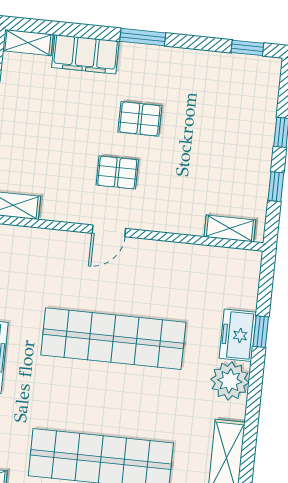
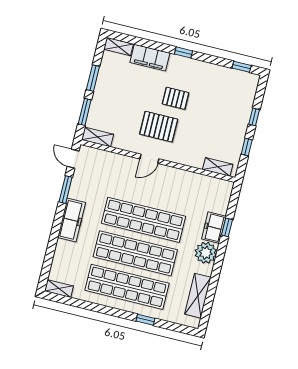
window: (143, 37) -> (184, 52), width x0.67
pallet: (117, 172) -> (159, 127), width x1.50, depth x1.42
shop shelf: (107, 399) -> (135, 253), added

